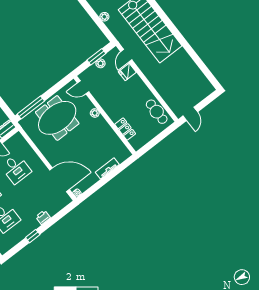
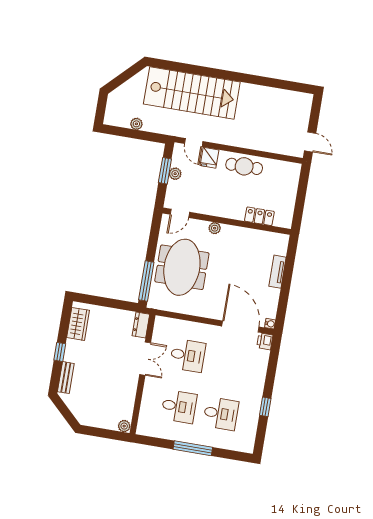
cafe table: (157, 112) -> (244, 166), moved
door: (59, 180) -> (240, 327), hinge flipped
printer: (43, 217) -> (265, 341), moved

